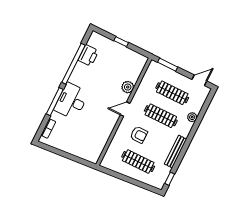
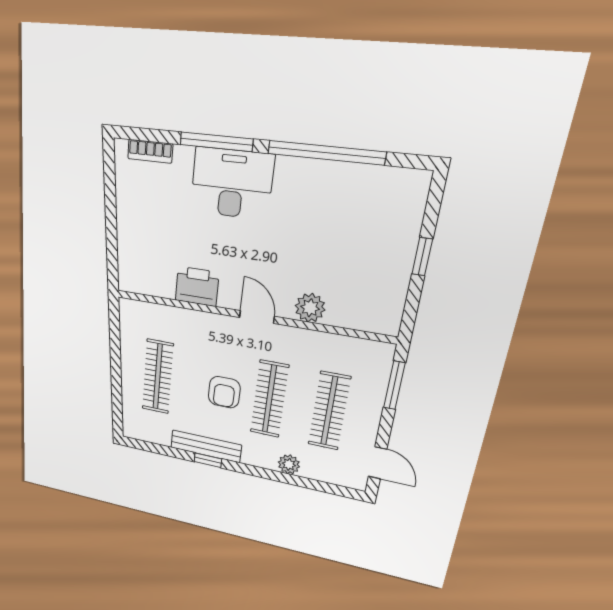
printer: (88, 55) -> (197, 286), moved, turned 180
armchair: (139, 135) -> (224, 392), moved
window: (170, 179) -> (208, 460), moved

